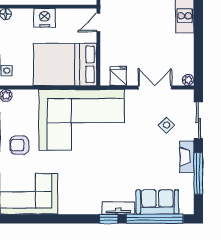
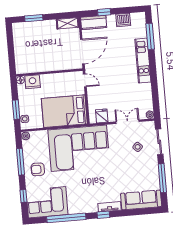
nightstand: (45, 18) -> (33, 82), moved
door: (98, 22) -> (85, 80), swing flipped
fireplace: (187, 157) -> (154, 167), removed
sofa: (157, 202) -> (141, 200), width x1.36
window: (155, 219) -> (66, 218), moved

